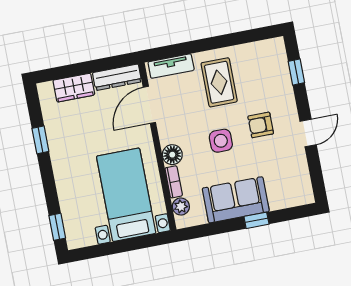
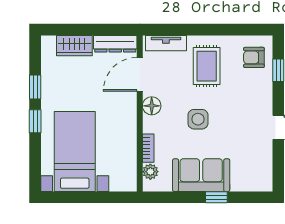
armchair: (261, 125) -> (254, 57), moved
floor lamp: (172, 155) -> (152, 106), moved
bed with nightstands: (126, 195) -> (75, 152), moved
window: (57, 227) -> (35, 121), moved

